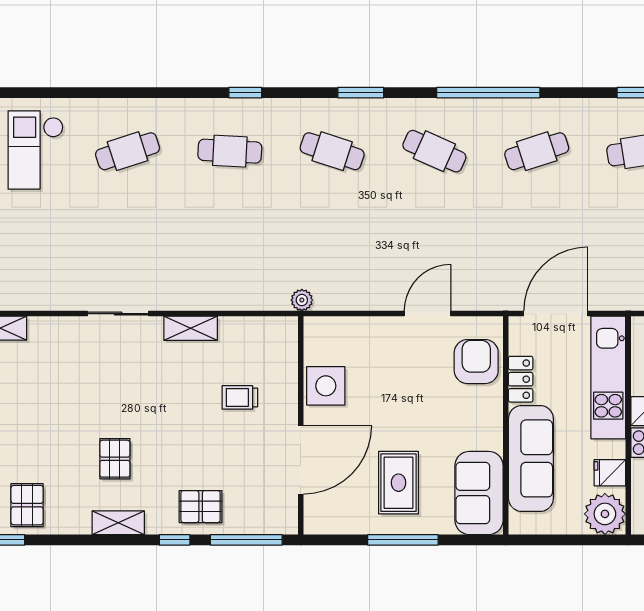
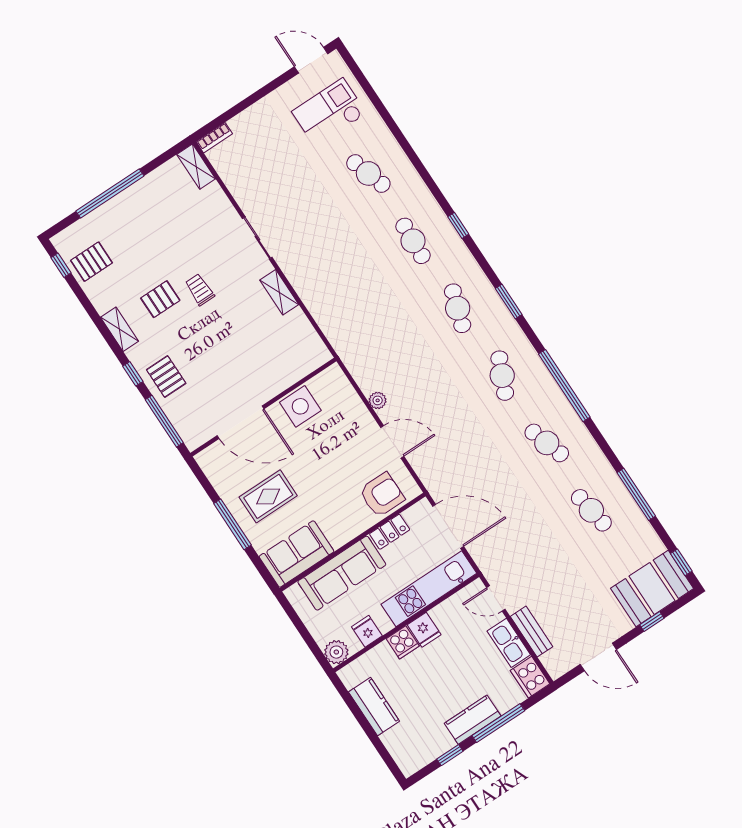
plant: (302, 300) -> (378, 400), moved
trolley: (240, 397) -> (200, 290), moved
plant: (605, 514) -> (336, 652), width x0.73, depth x0.73

